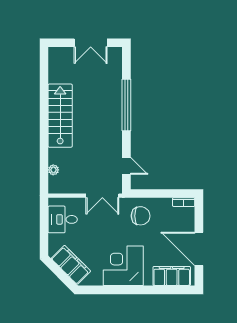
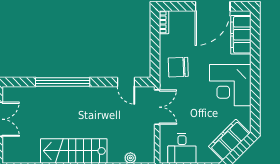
door: (126, 166) -> (126, 82), swing flipped
chair: (141, 216) -> (178, 67), turned -92

